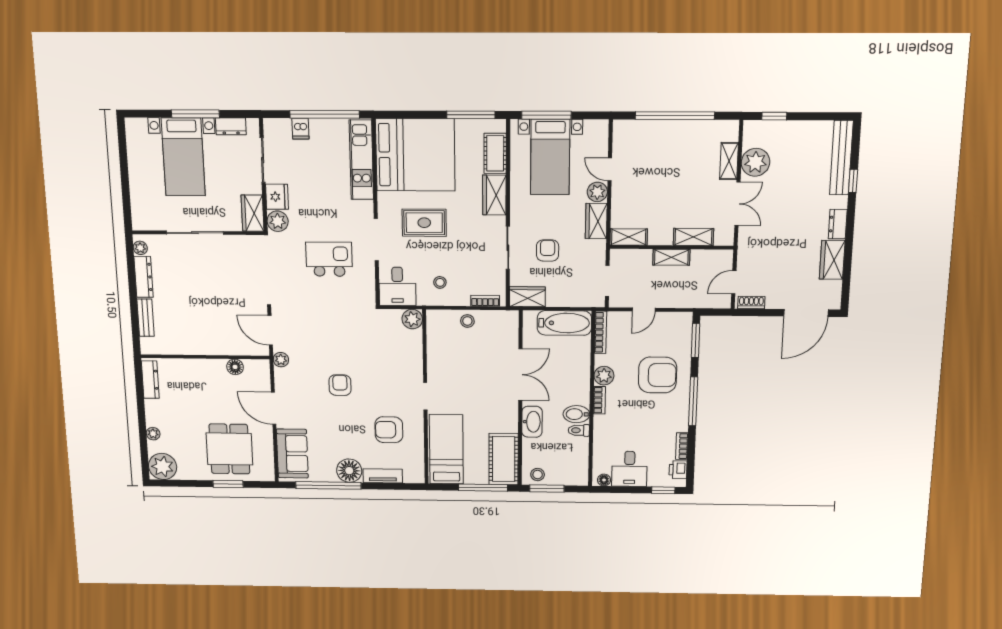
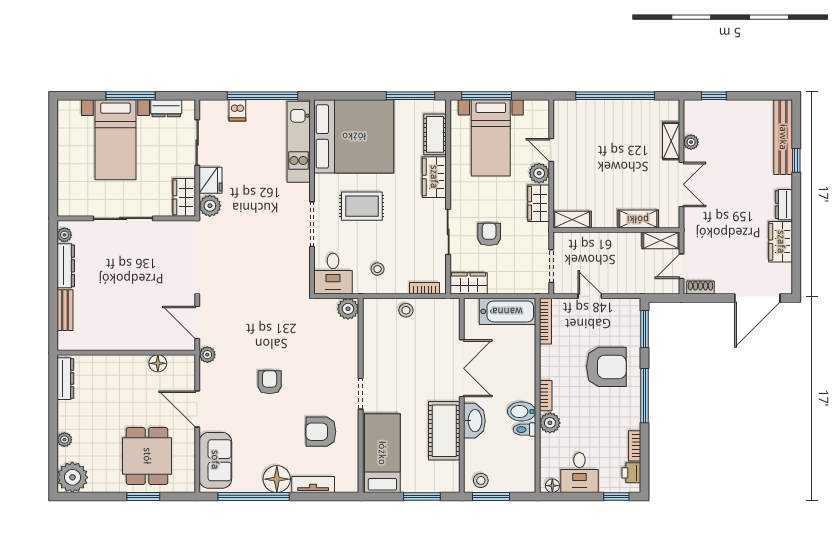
plant: (755, 162) -> (691, 142), width x0.53, depth x0.53
shelving: (671, 257) -> (661, 240), moved
kitchen island: (329, 259) -> (262, 245), removed
door: (644, 310) -> (590, 296), swing flipped
plant: (604, 376) -> (550, 423), moved
cot: (504, 459) -> (444, 431), moved
window: (483, 488) -> (422, 496), width x0.69

